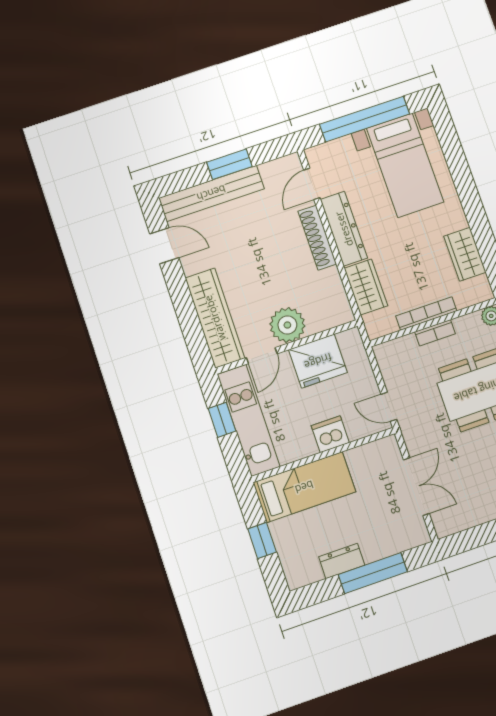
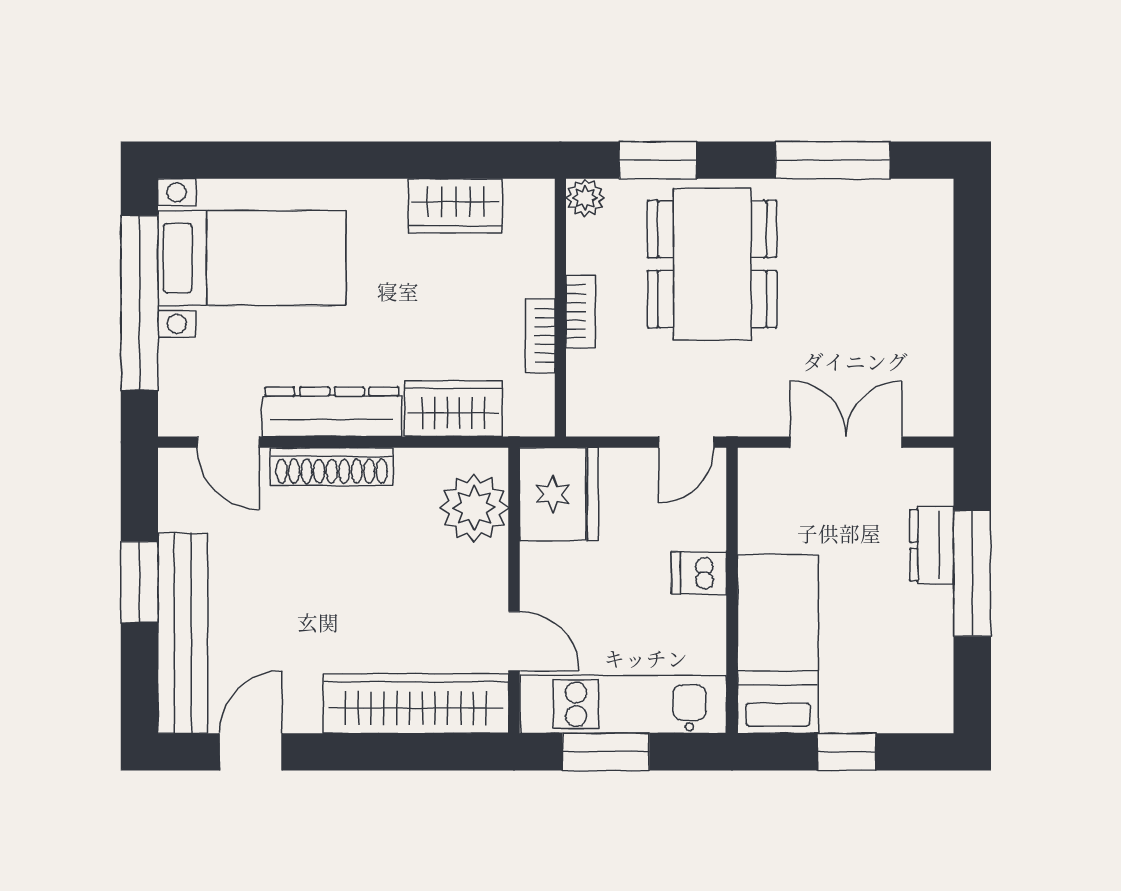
bookcase: (426, 314) -> (540, 336), width x0.64
plant: (287, 325) -> (474, 508), moved
fridge: (318, 361) -> (559, 494), moved
window: (222, 420) -> (606, 752), width x1.50
dishwasher: (330, 434) -> (699, 573), width x0.73
dresser: (342, 561) -> (932, 545), moved

